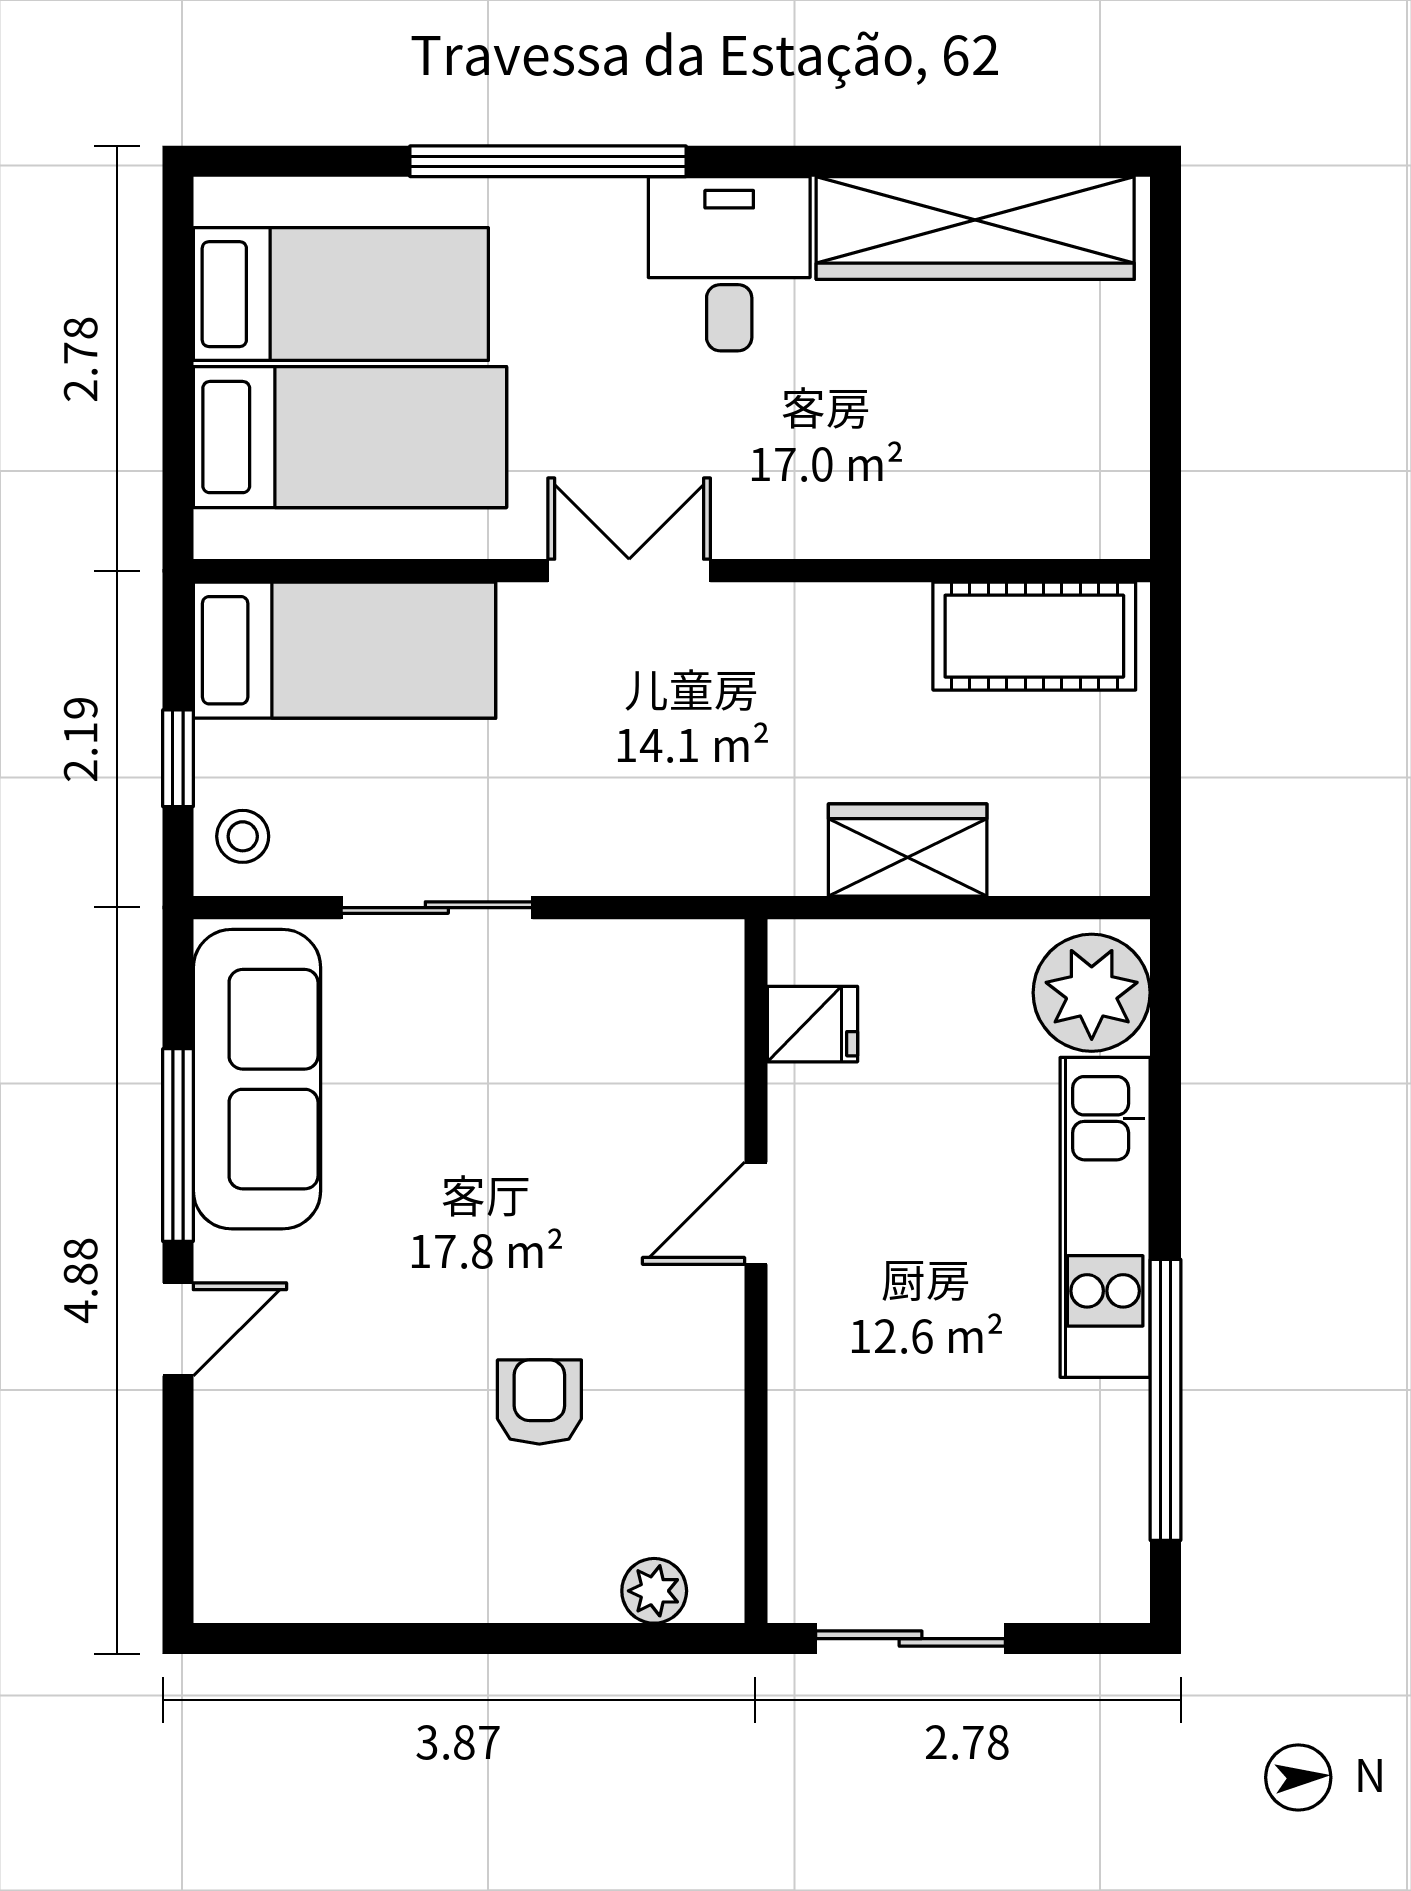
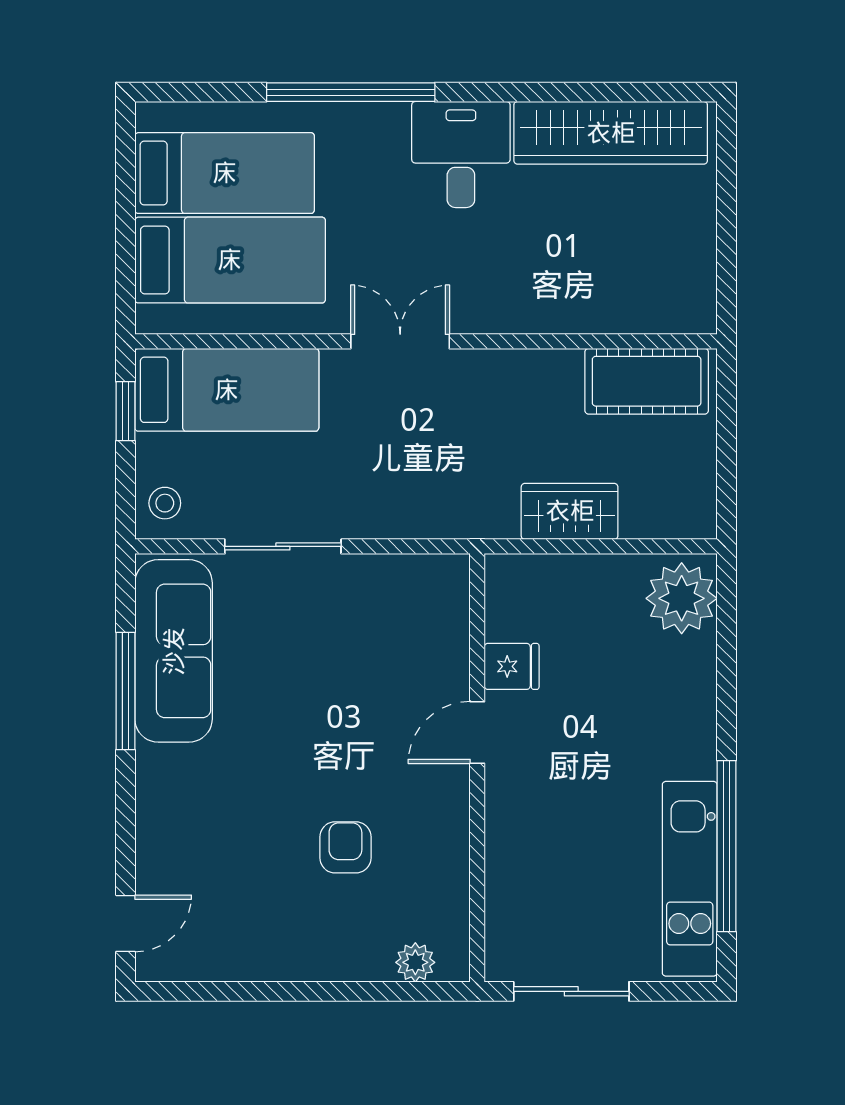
window: (178, 758) -> (125, 411), moved
fridge: (812, 1024) -> (512, 666), moved
kitchen unit: (1105, 1217) -> (690, 879), moved
door: (178, 1329) -> (125, 923), moved

